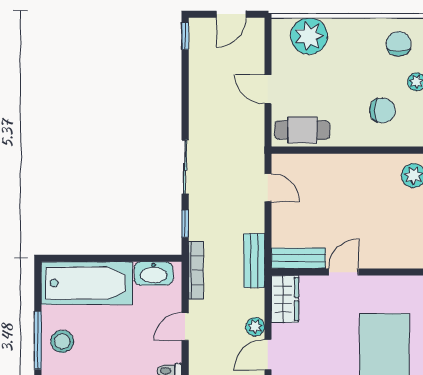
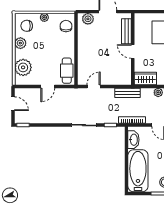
plant: (361, 30) -> (20, 43), added
chair: (382, 110) -> (66, 26), moved
bench: (298, 258) -> (126, 31), moved

